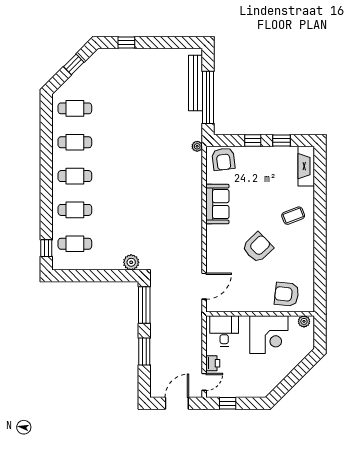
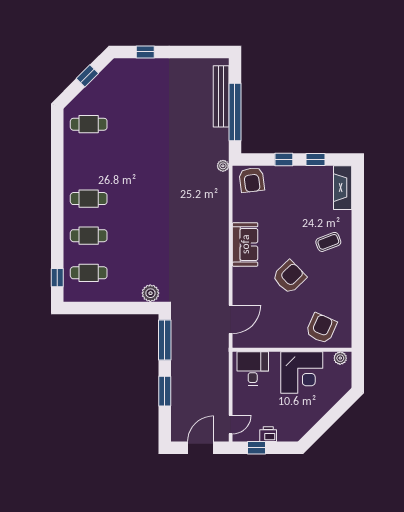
cafe table: (75, 142) -> (89, 161), removed
sofa: (217, 204) -> (245, 244), moved
armchair: (287, 294) -> (321, 328), turned 108
printer: (213, 363) -> (268, 434), moved, turned -90

